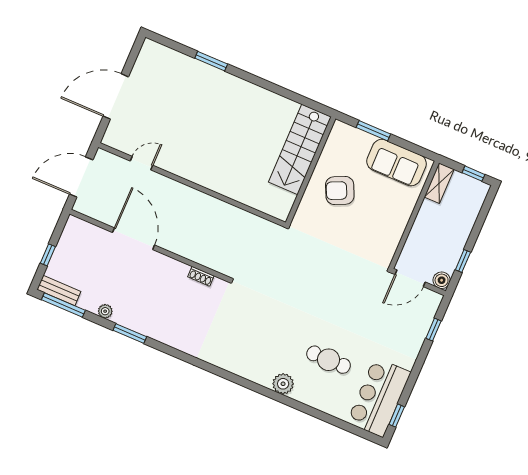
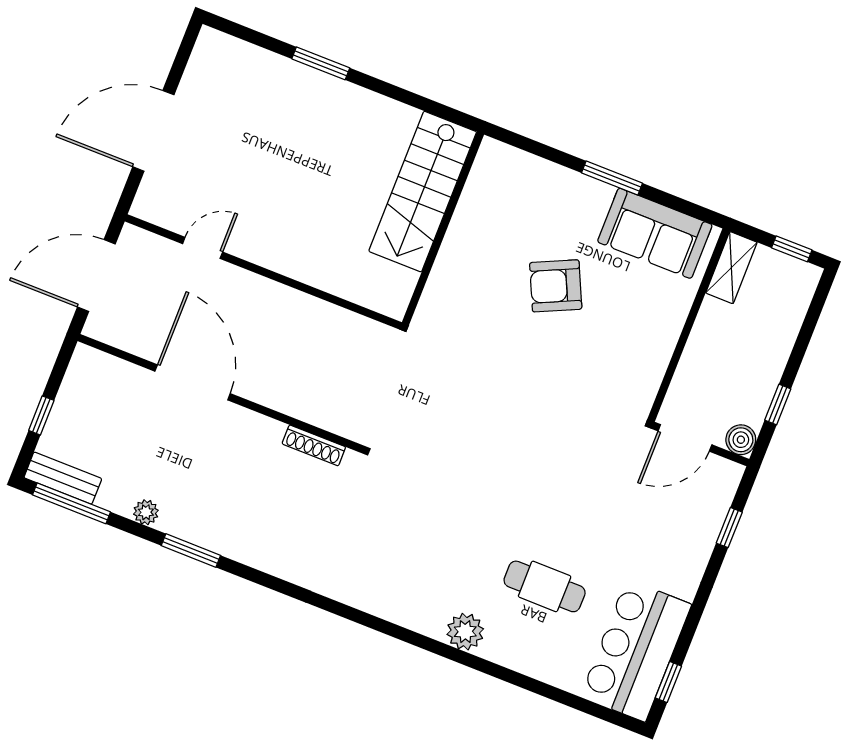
stairs: (300, 149) -> (423, 192), moved
wall: (311, 171) -> (443, 228), moved
shoe rack: (201, 276) -> (314, 445), width x1.43

